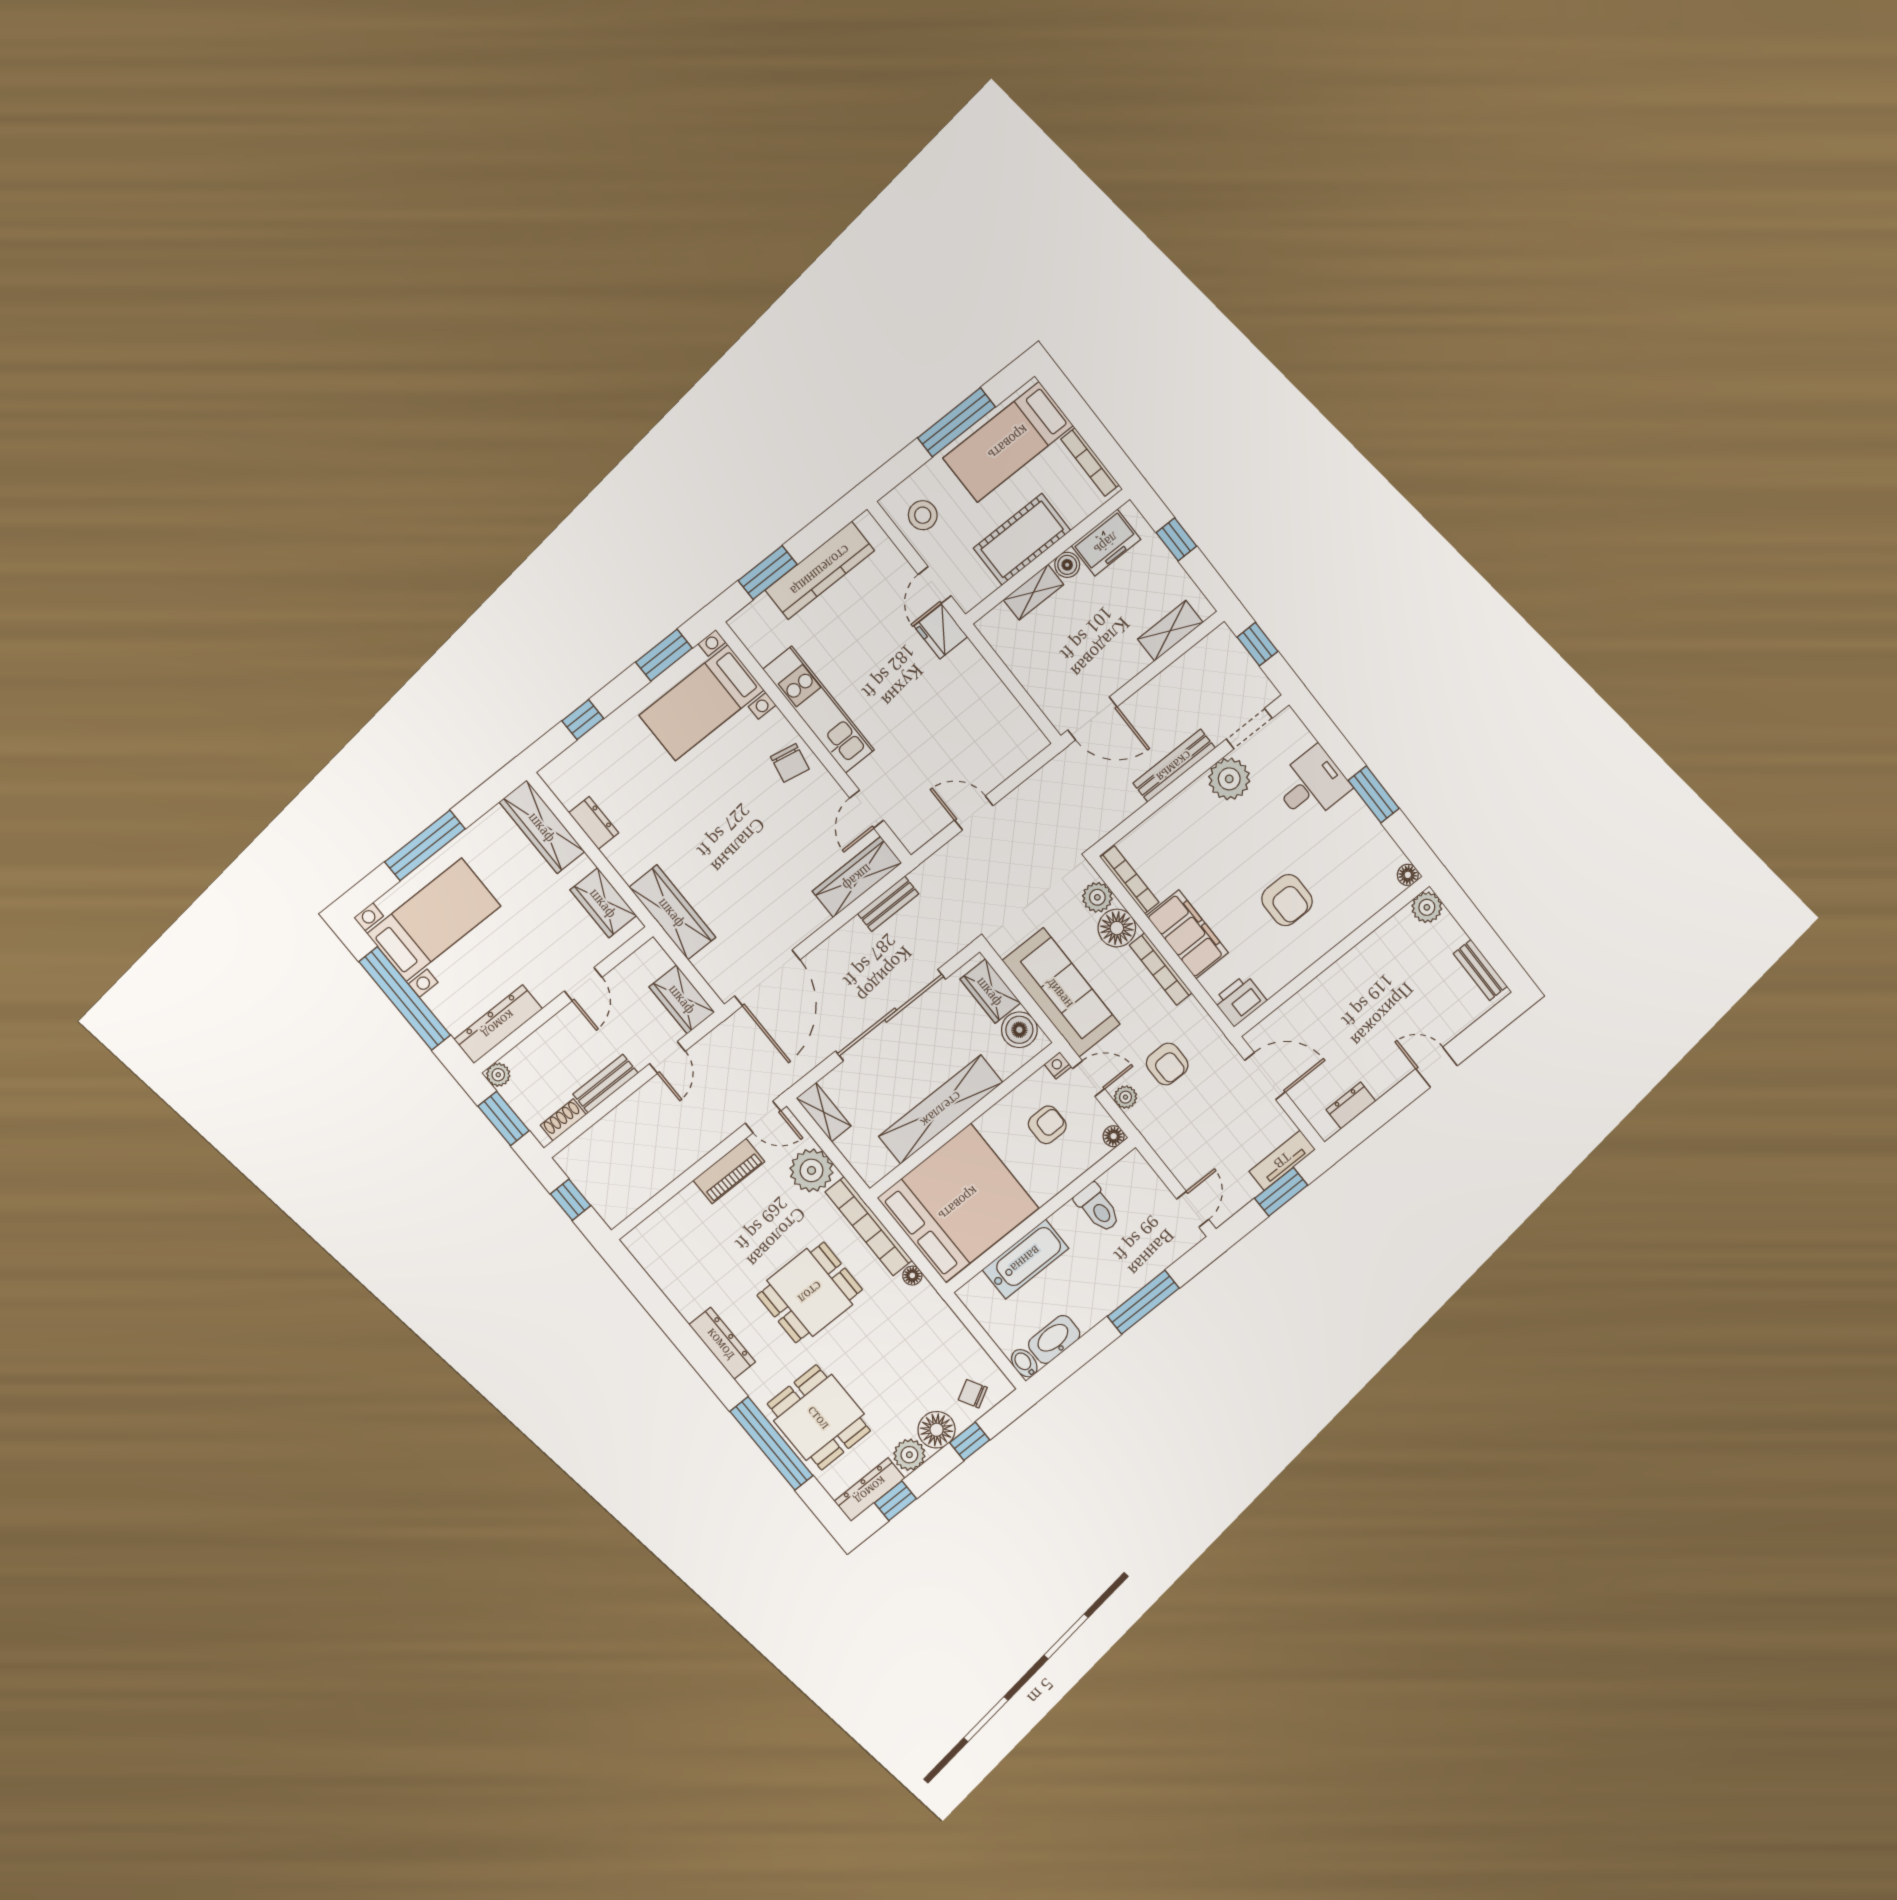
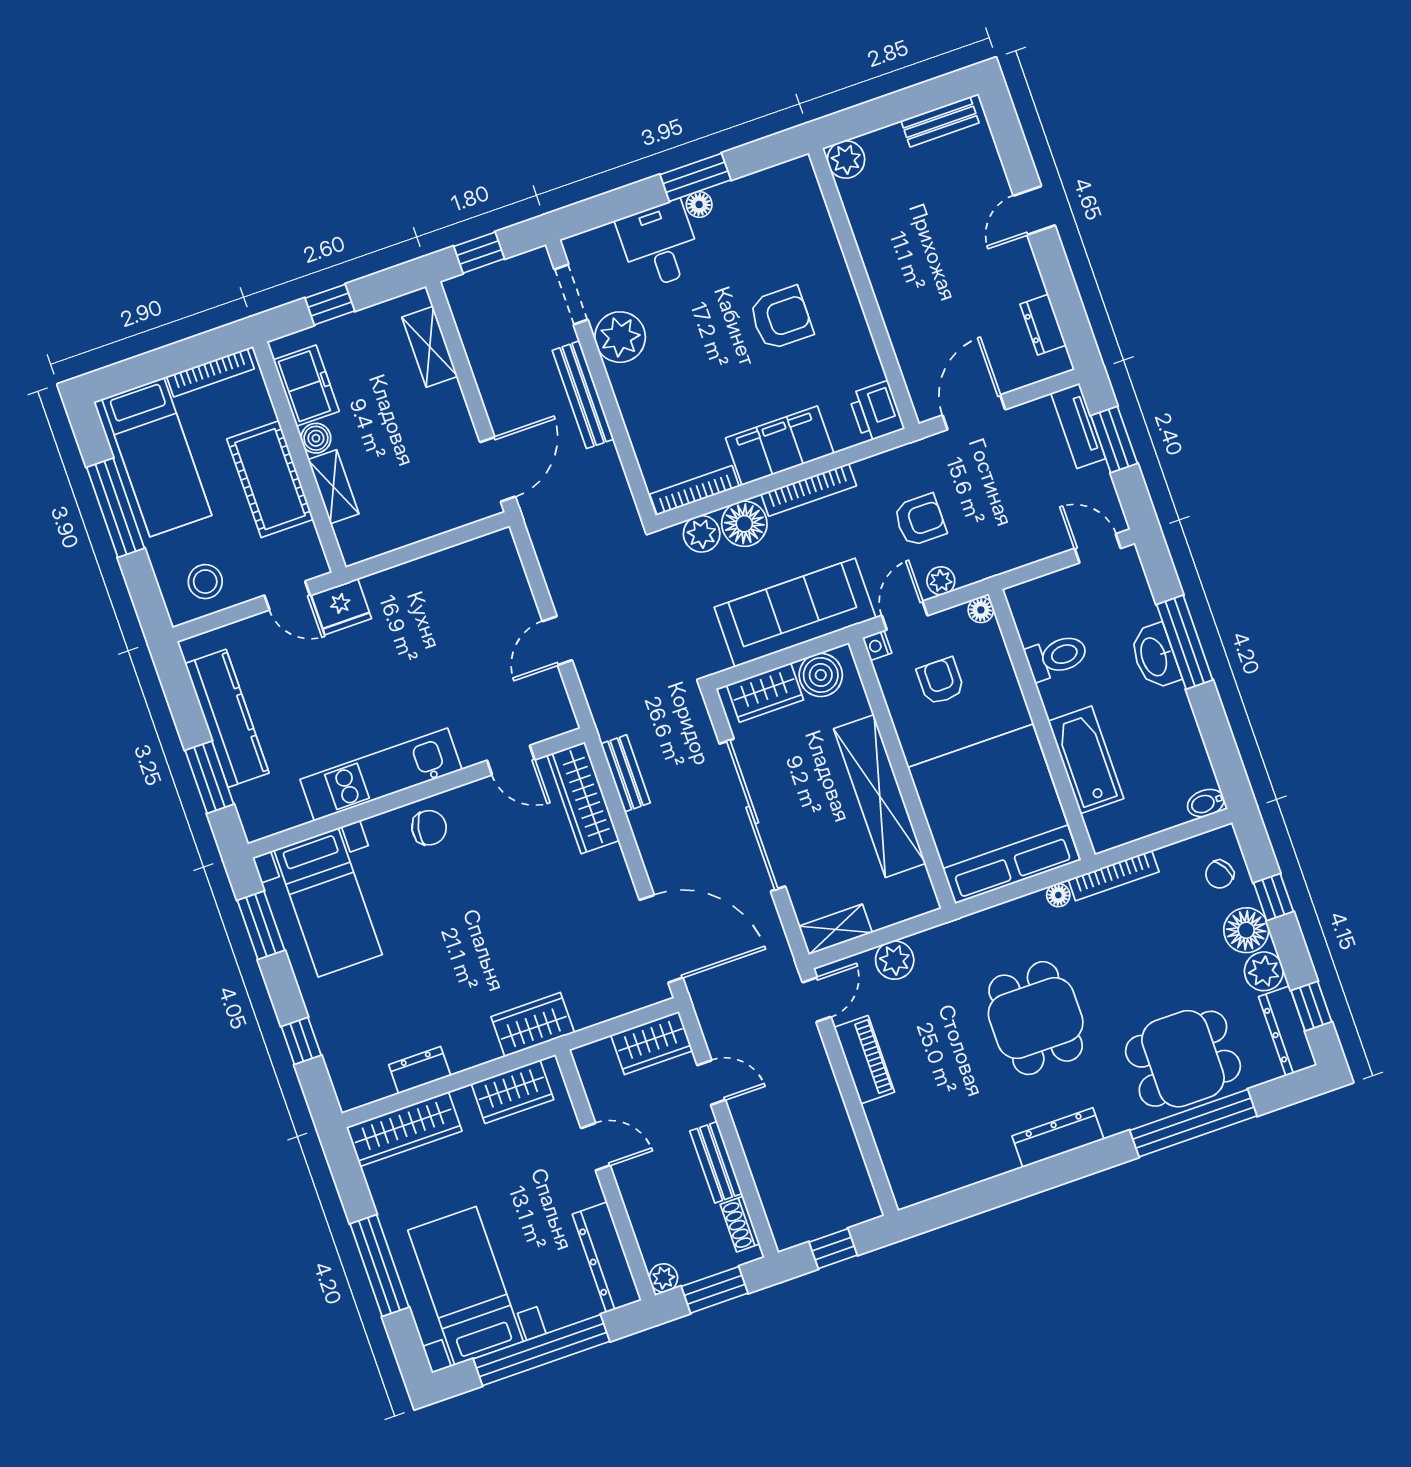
floor lamp: (1408, 875) -> (699, 204), moved
wardrobe: (672, 912) -> (533, 1025), width x0.67
plant: (812, 1170) -> (895, 960), width x0.73, depth x0.73
bookcase: (869, 1226) -> (1114, 876), moved, width x0.68, depth x0.76
washbasin: (1054, 1339) -> (1155, 656), moved

